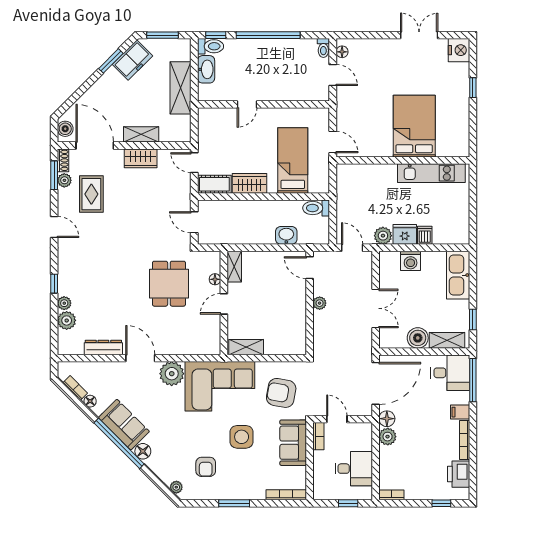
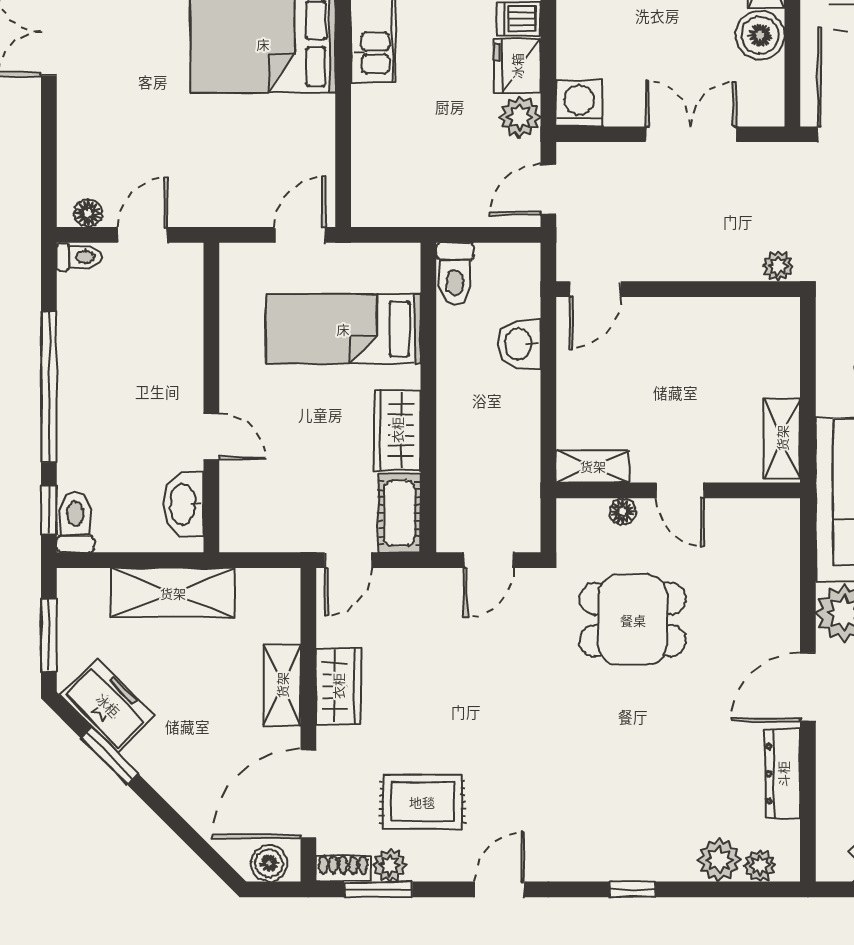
washbasin: (206, 69) -> (184, 504), moved, turned -90
washing machine: (411, 261) -> (579, 104), moved, turned -90
plant: (64, 303) -> (760, 866), moved
plant: (320, 303) -> (778, 266), moved

